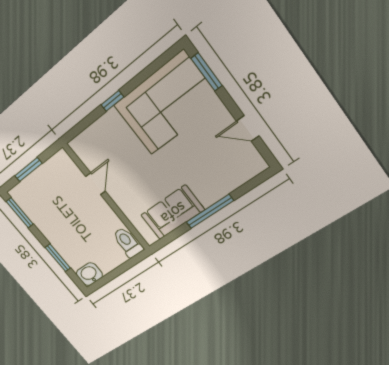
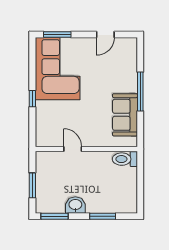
washbasin: (89, 274) -> (75, 205), moved, turned 90

